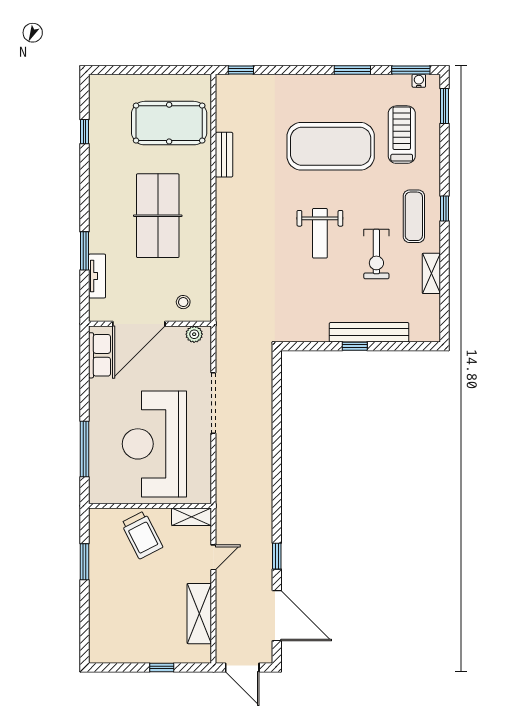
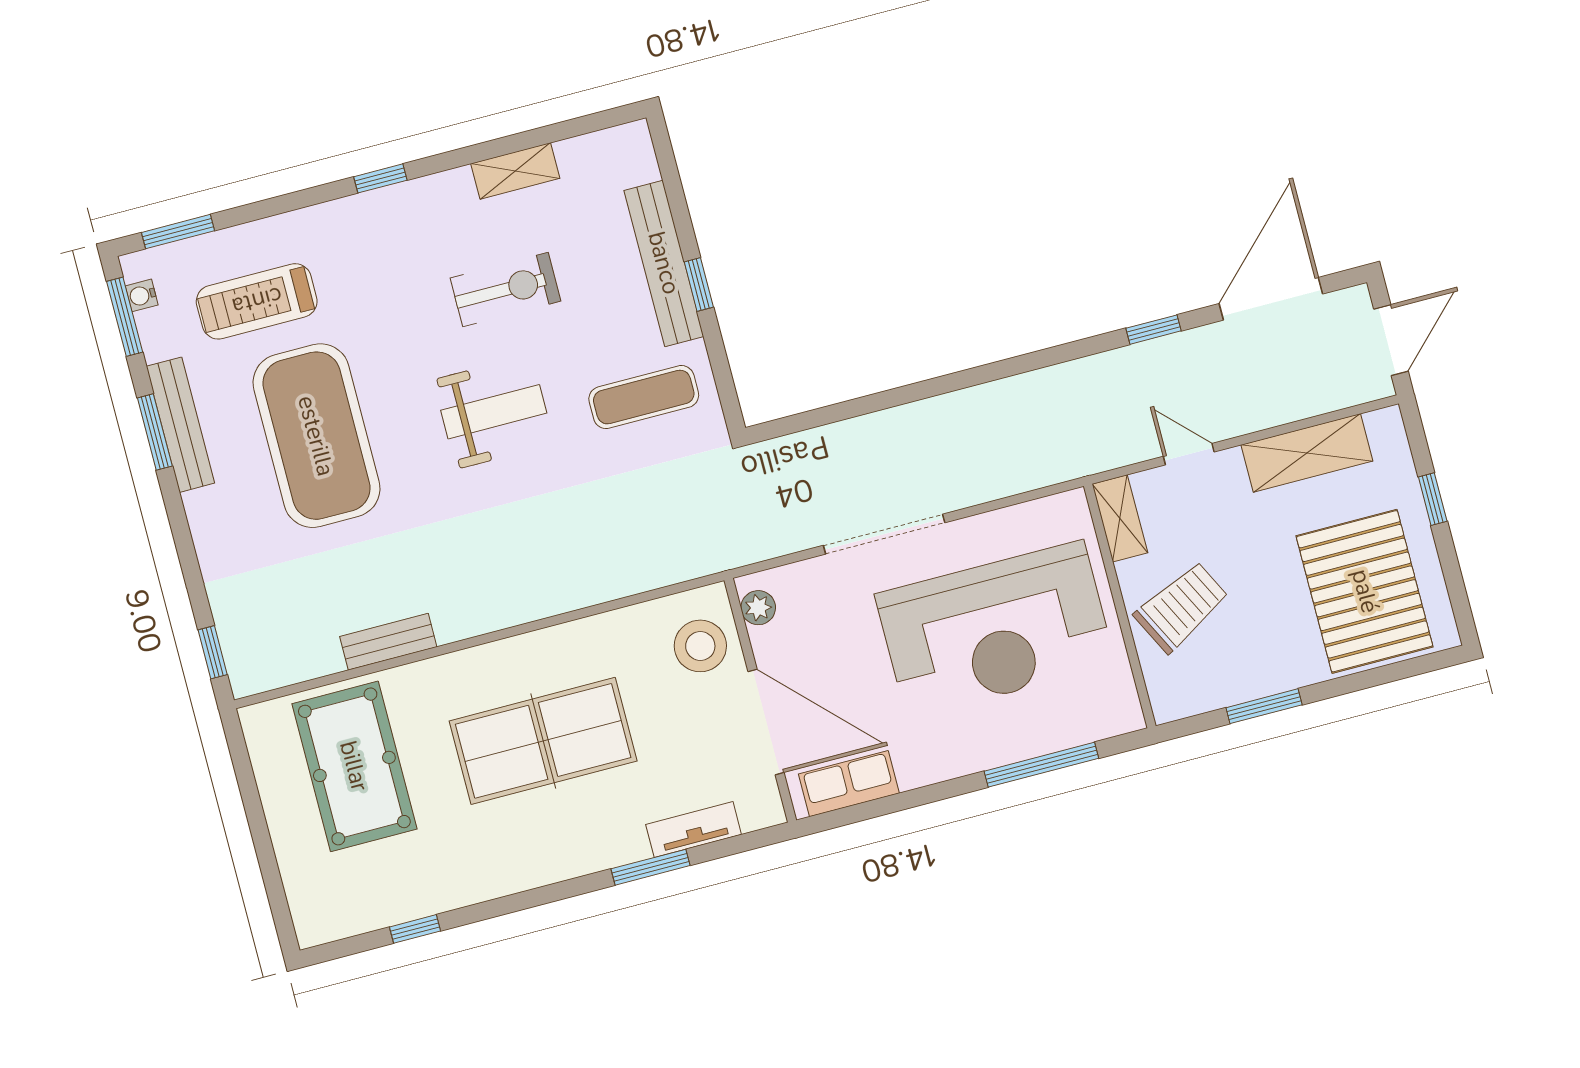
bench: (353, 83) -> (180, 425), added
exercise mat: (414, 216) -> (644, 397), moved
stool: (183, 302) -> (700, 646), width x1.89, depth x1.89
pallet: (127, 624) -> (1365, 591), added

